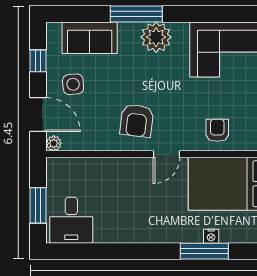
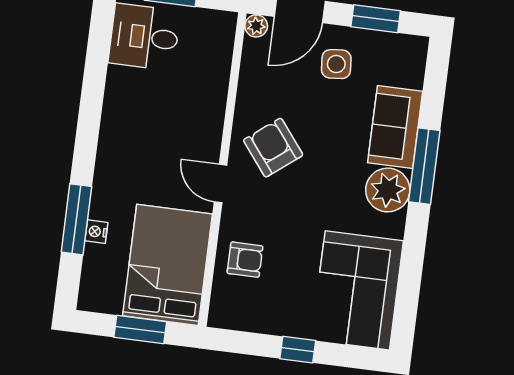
sofa: (90, 38) -> (395, 127), moved
window: (38, 61) -> (376, 19), width x1.50
armchair: (137, 121) -> (273, 148), turned 45

